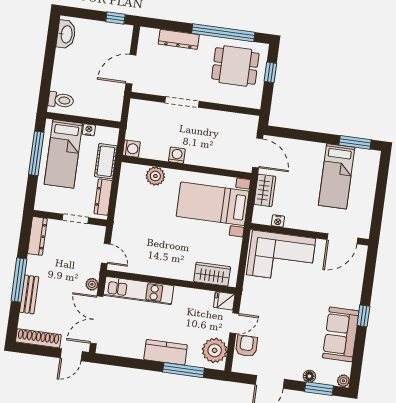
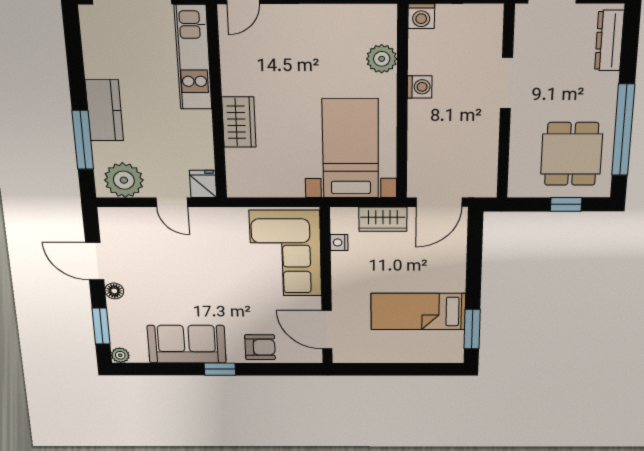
dresser: (179, 39) -> (609, 41), moved
wardrobe: (212, 274) -> (239, 122), moved
armchair: (246, 346) -> (260, 347), moved
floor lamp: (309, 376) -> (114, 291), moved

